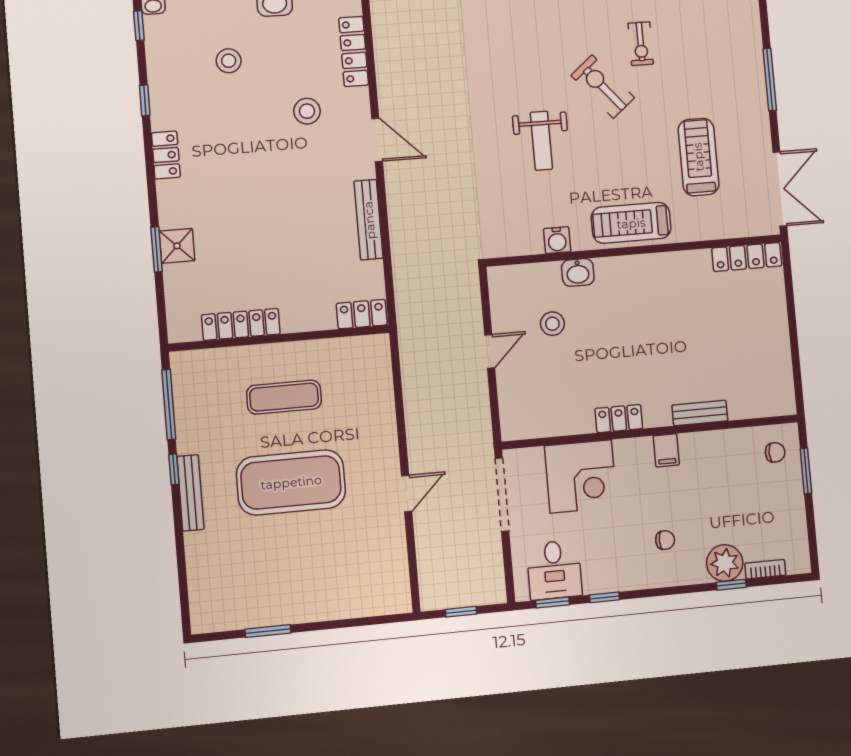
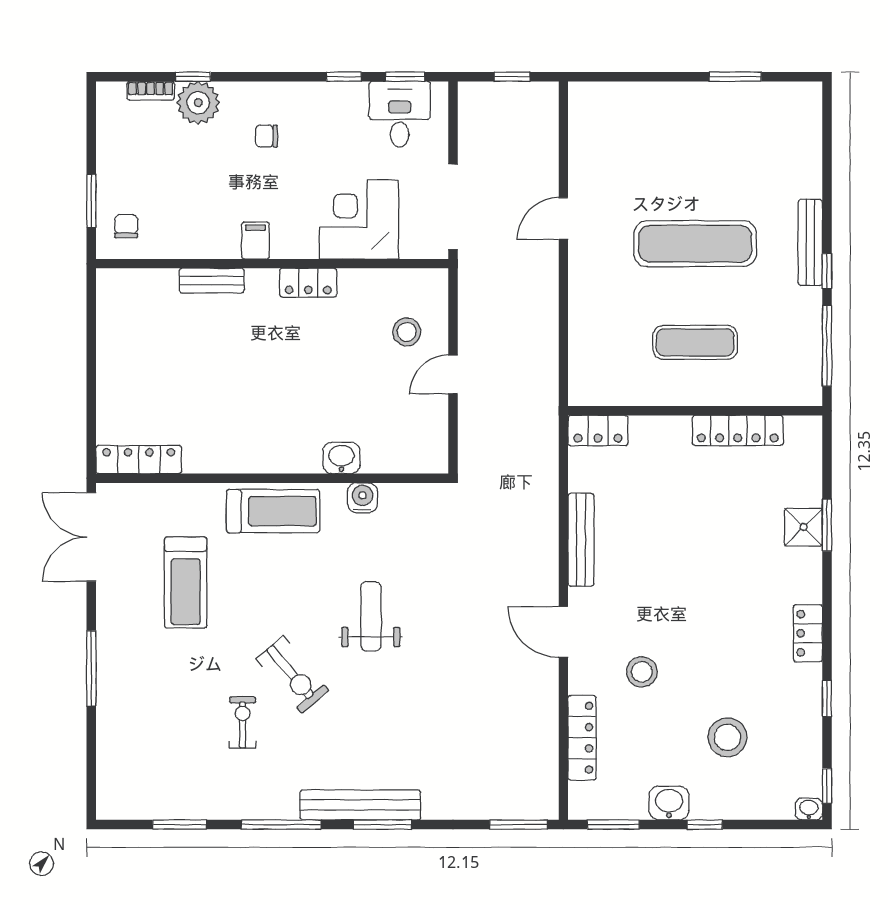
stool: (229, 61) -> (727, 737), width x1.38, depth x1.38
stool: (552, 324) -> (407, 332), moved
chair: (775, 452) -> (126, 226), turned 90
exercise mat: (291, 482) -> (695, 244), width x0.68

